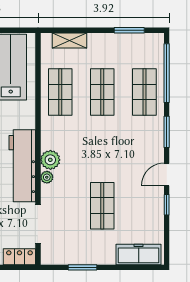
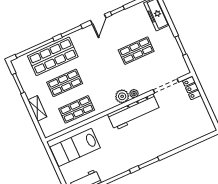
shelving: (70, 40) -> (37, 108), moved
shop shelf: (144, 92) -> (53, 56), width x1.43, depth x1.36
door: (167, 174) -> (98, 19), hinge flipped

